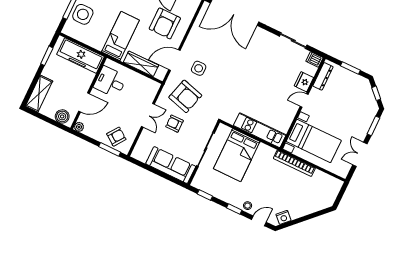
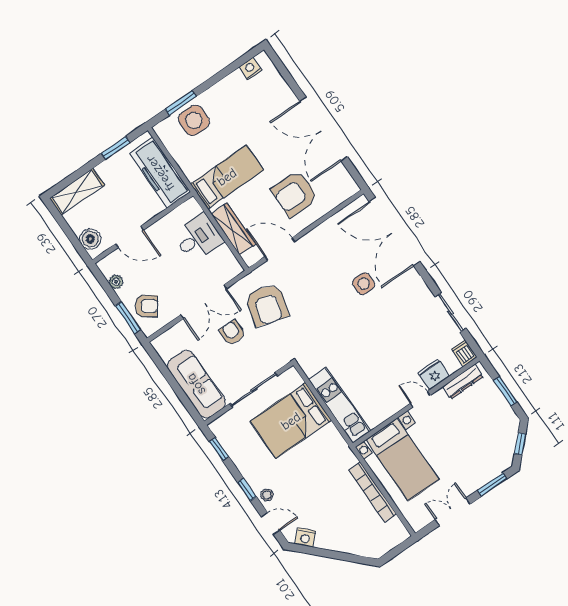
side table: (199, 68) -> (364, 284), moved
desk: (110, 82) -> (198, 238), moved, turned 90
double door: (148, 115) -> (204, 302), width x1.37
plant: (79, 127) -> (116, 282), moved
bookcase: (294, 163) -> (373, 492), moved

